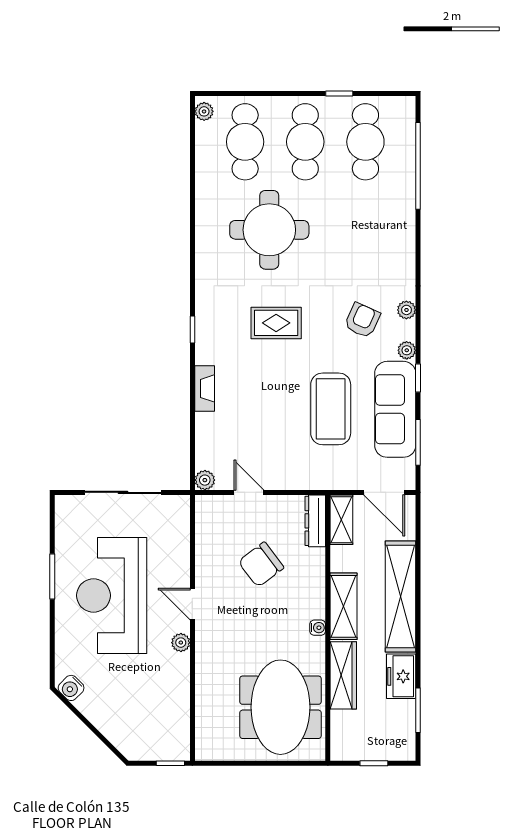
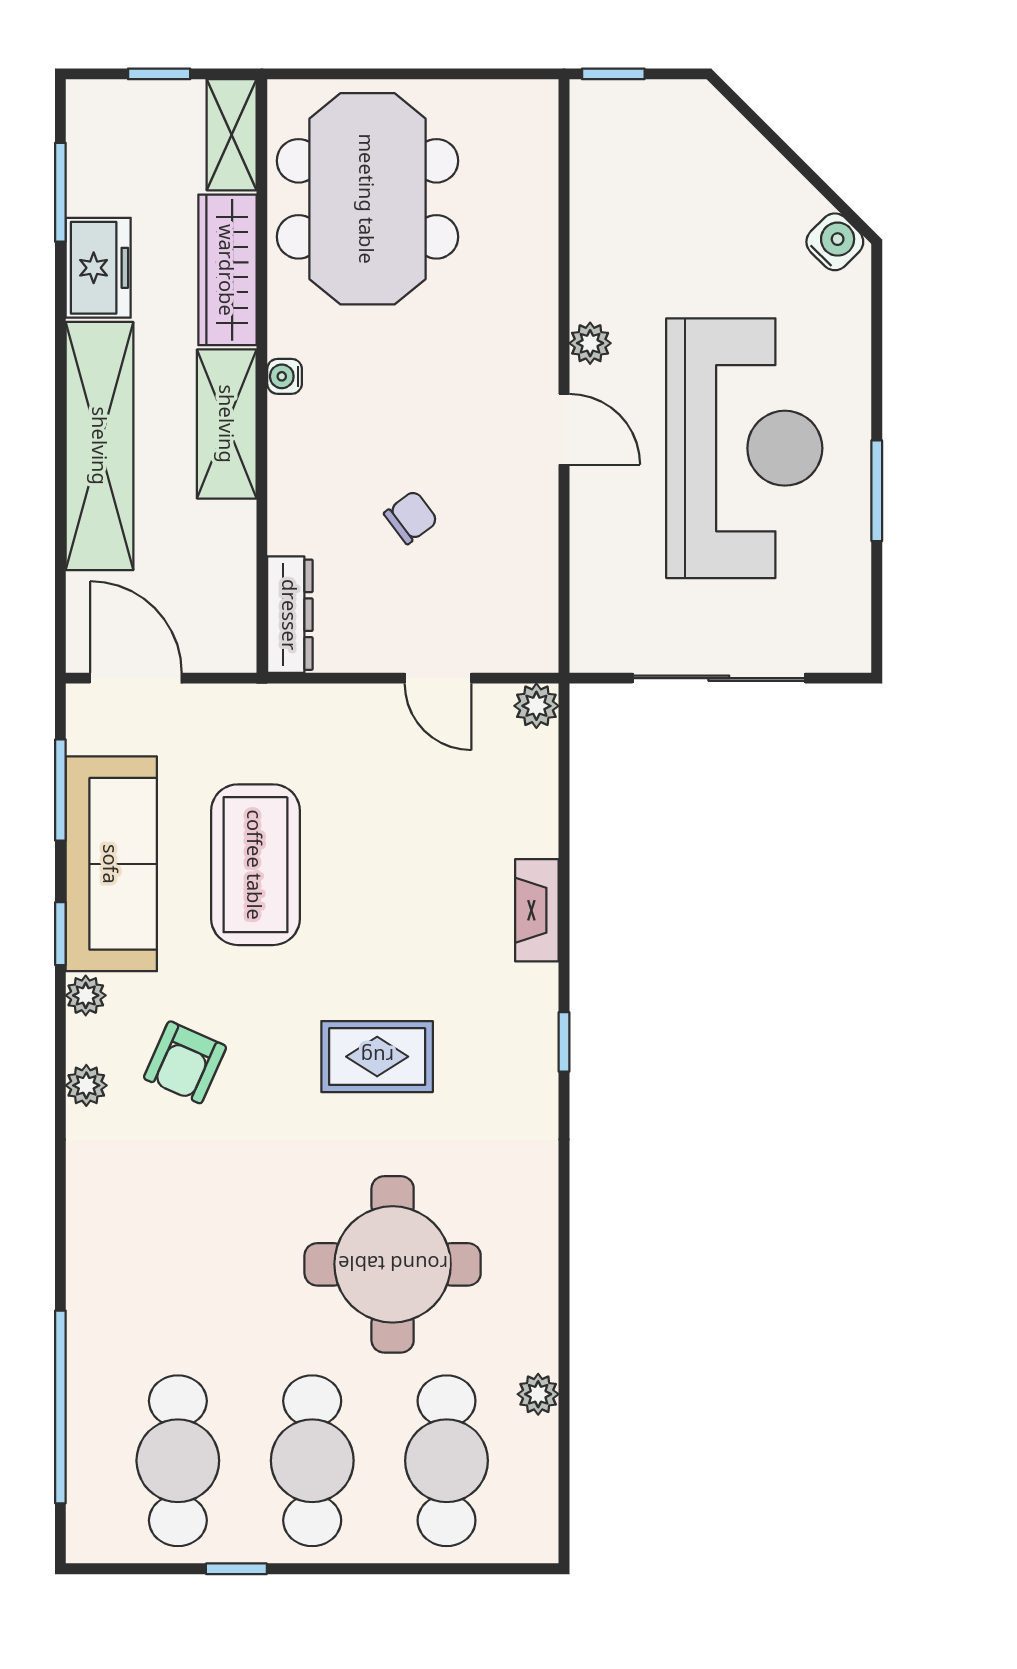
plant: (204, 111) -> (538, 1394), moved
shelving: (341, 520) -> (232, 135), moved
chair: (261, 565) -> (411, 517), width x0.54, depth x0.54

